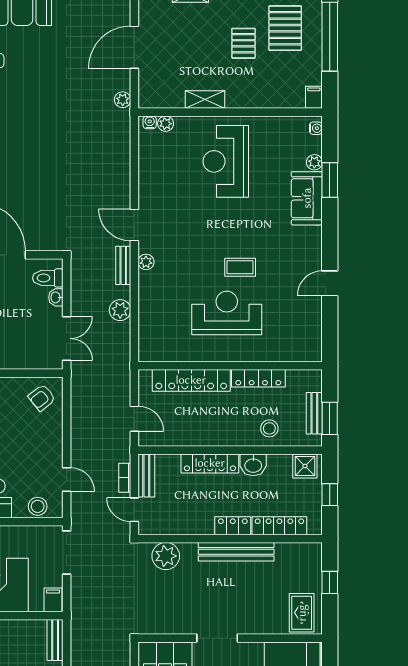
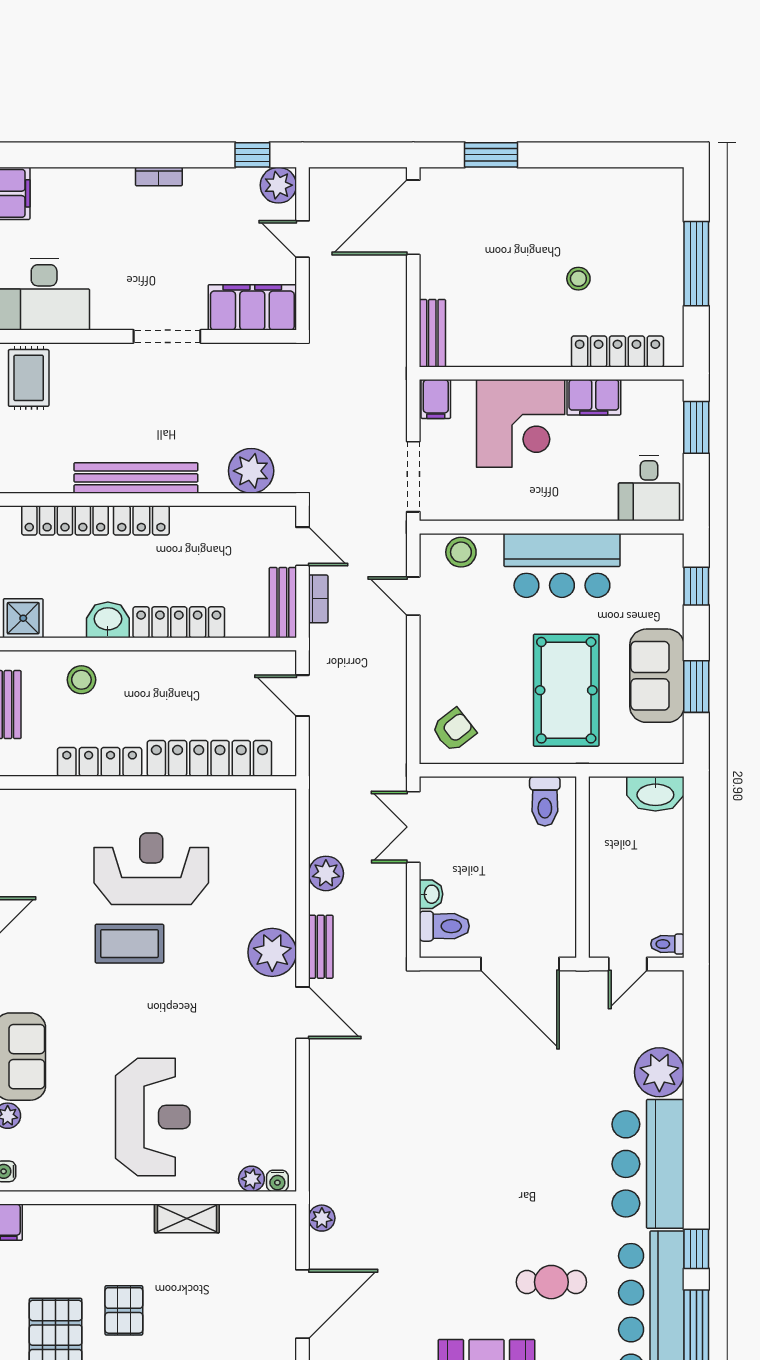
plant: (146, 262) -> (272, 952), width x1.87, depth x1.87
coffee table: (240, 267) -> (129, 944), width x1.36, depth x1.30
reception desk: (227, 313) -> (151, 869), turned 180

